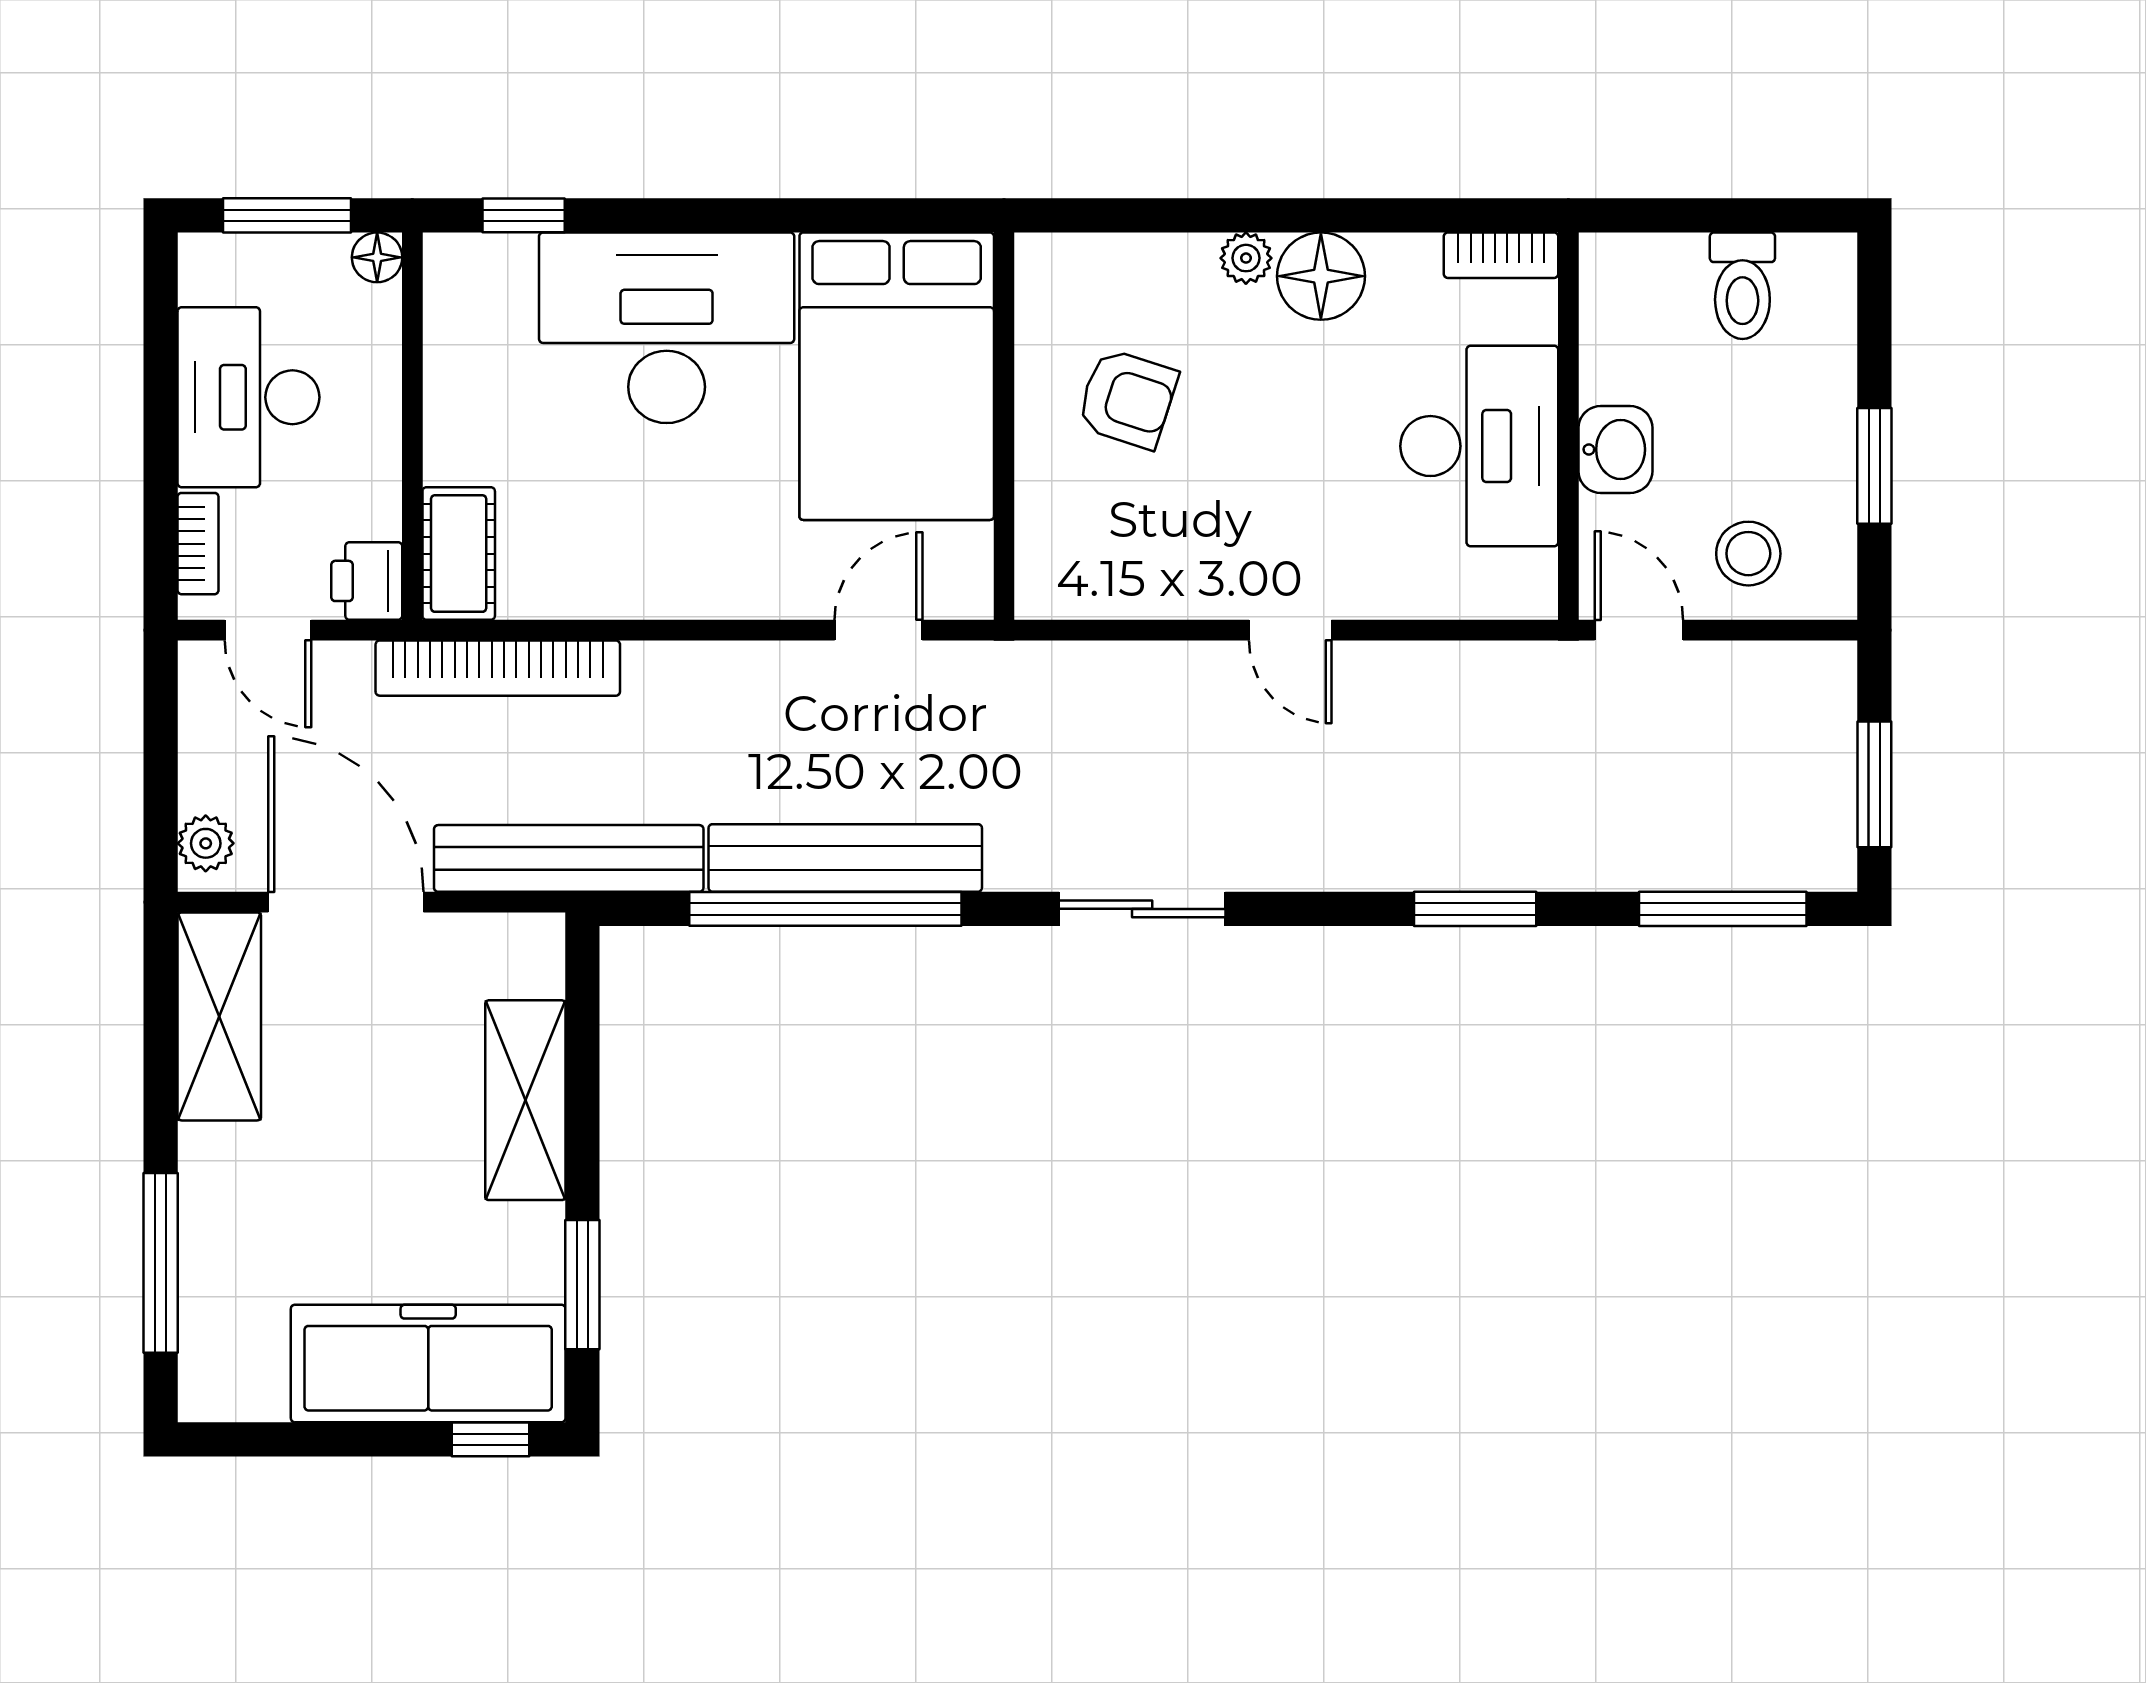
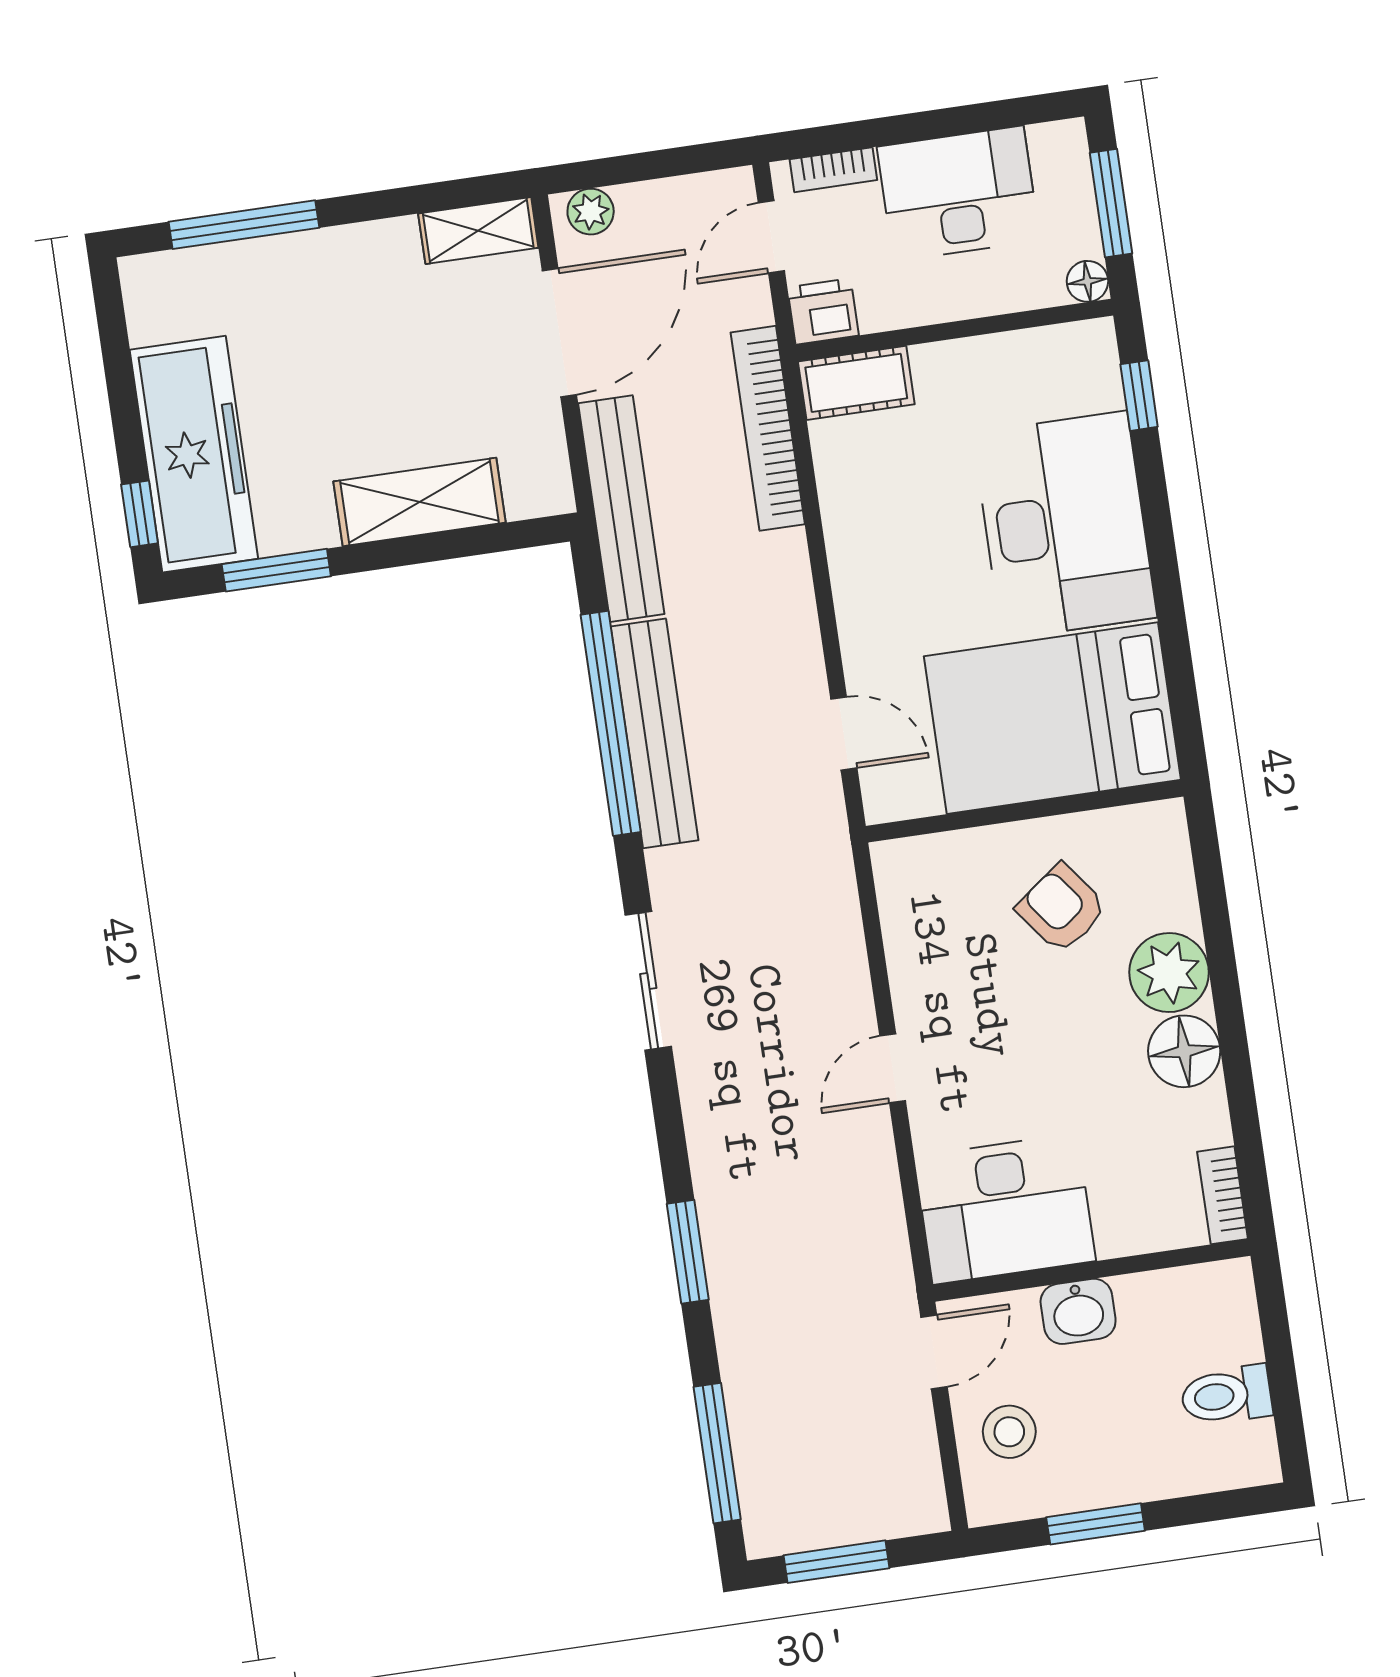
plant: (1246, 258) -> (1169, 973), width x1.88, depth x1.88
armchair: (1127, 399) -> (1062, 908), turned 125
desk: (1479, 446) -> (1005, 1209), moved
shelving: (219, 1016) -> (478, 231), width x0.67, depth x0.75

